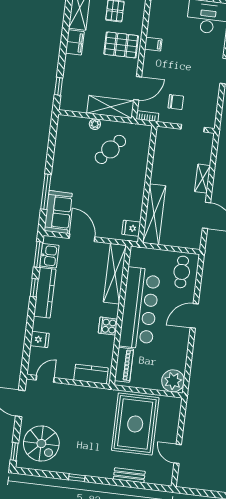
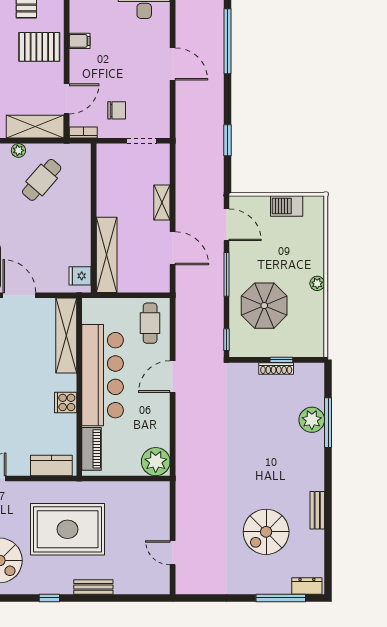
rug: (135, 424) -> (68, 529), moved, turned 90
bench: (129, 475) -> (93, 587), moved

